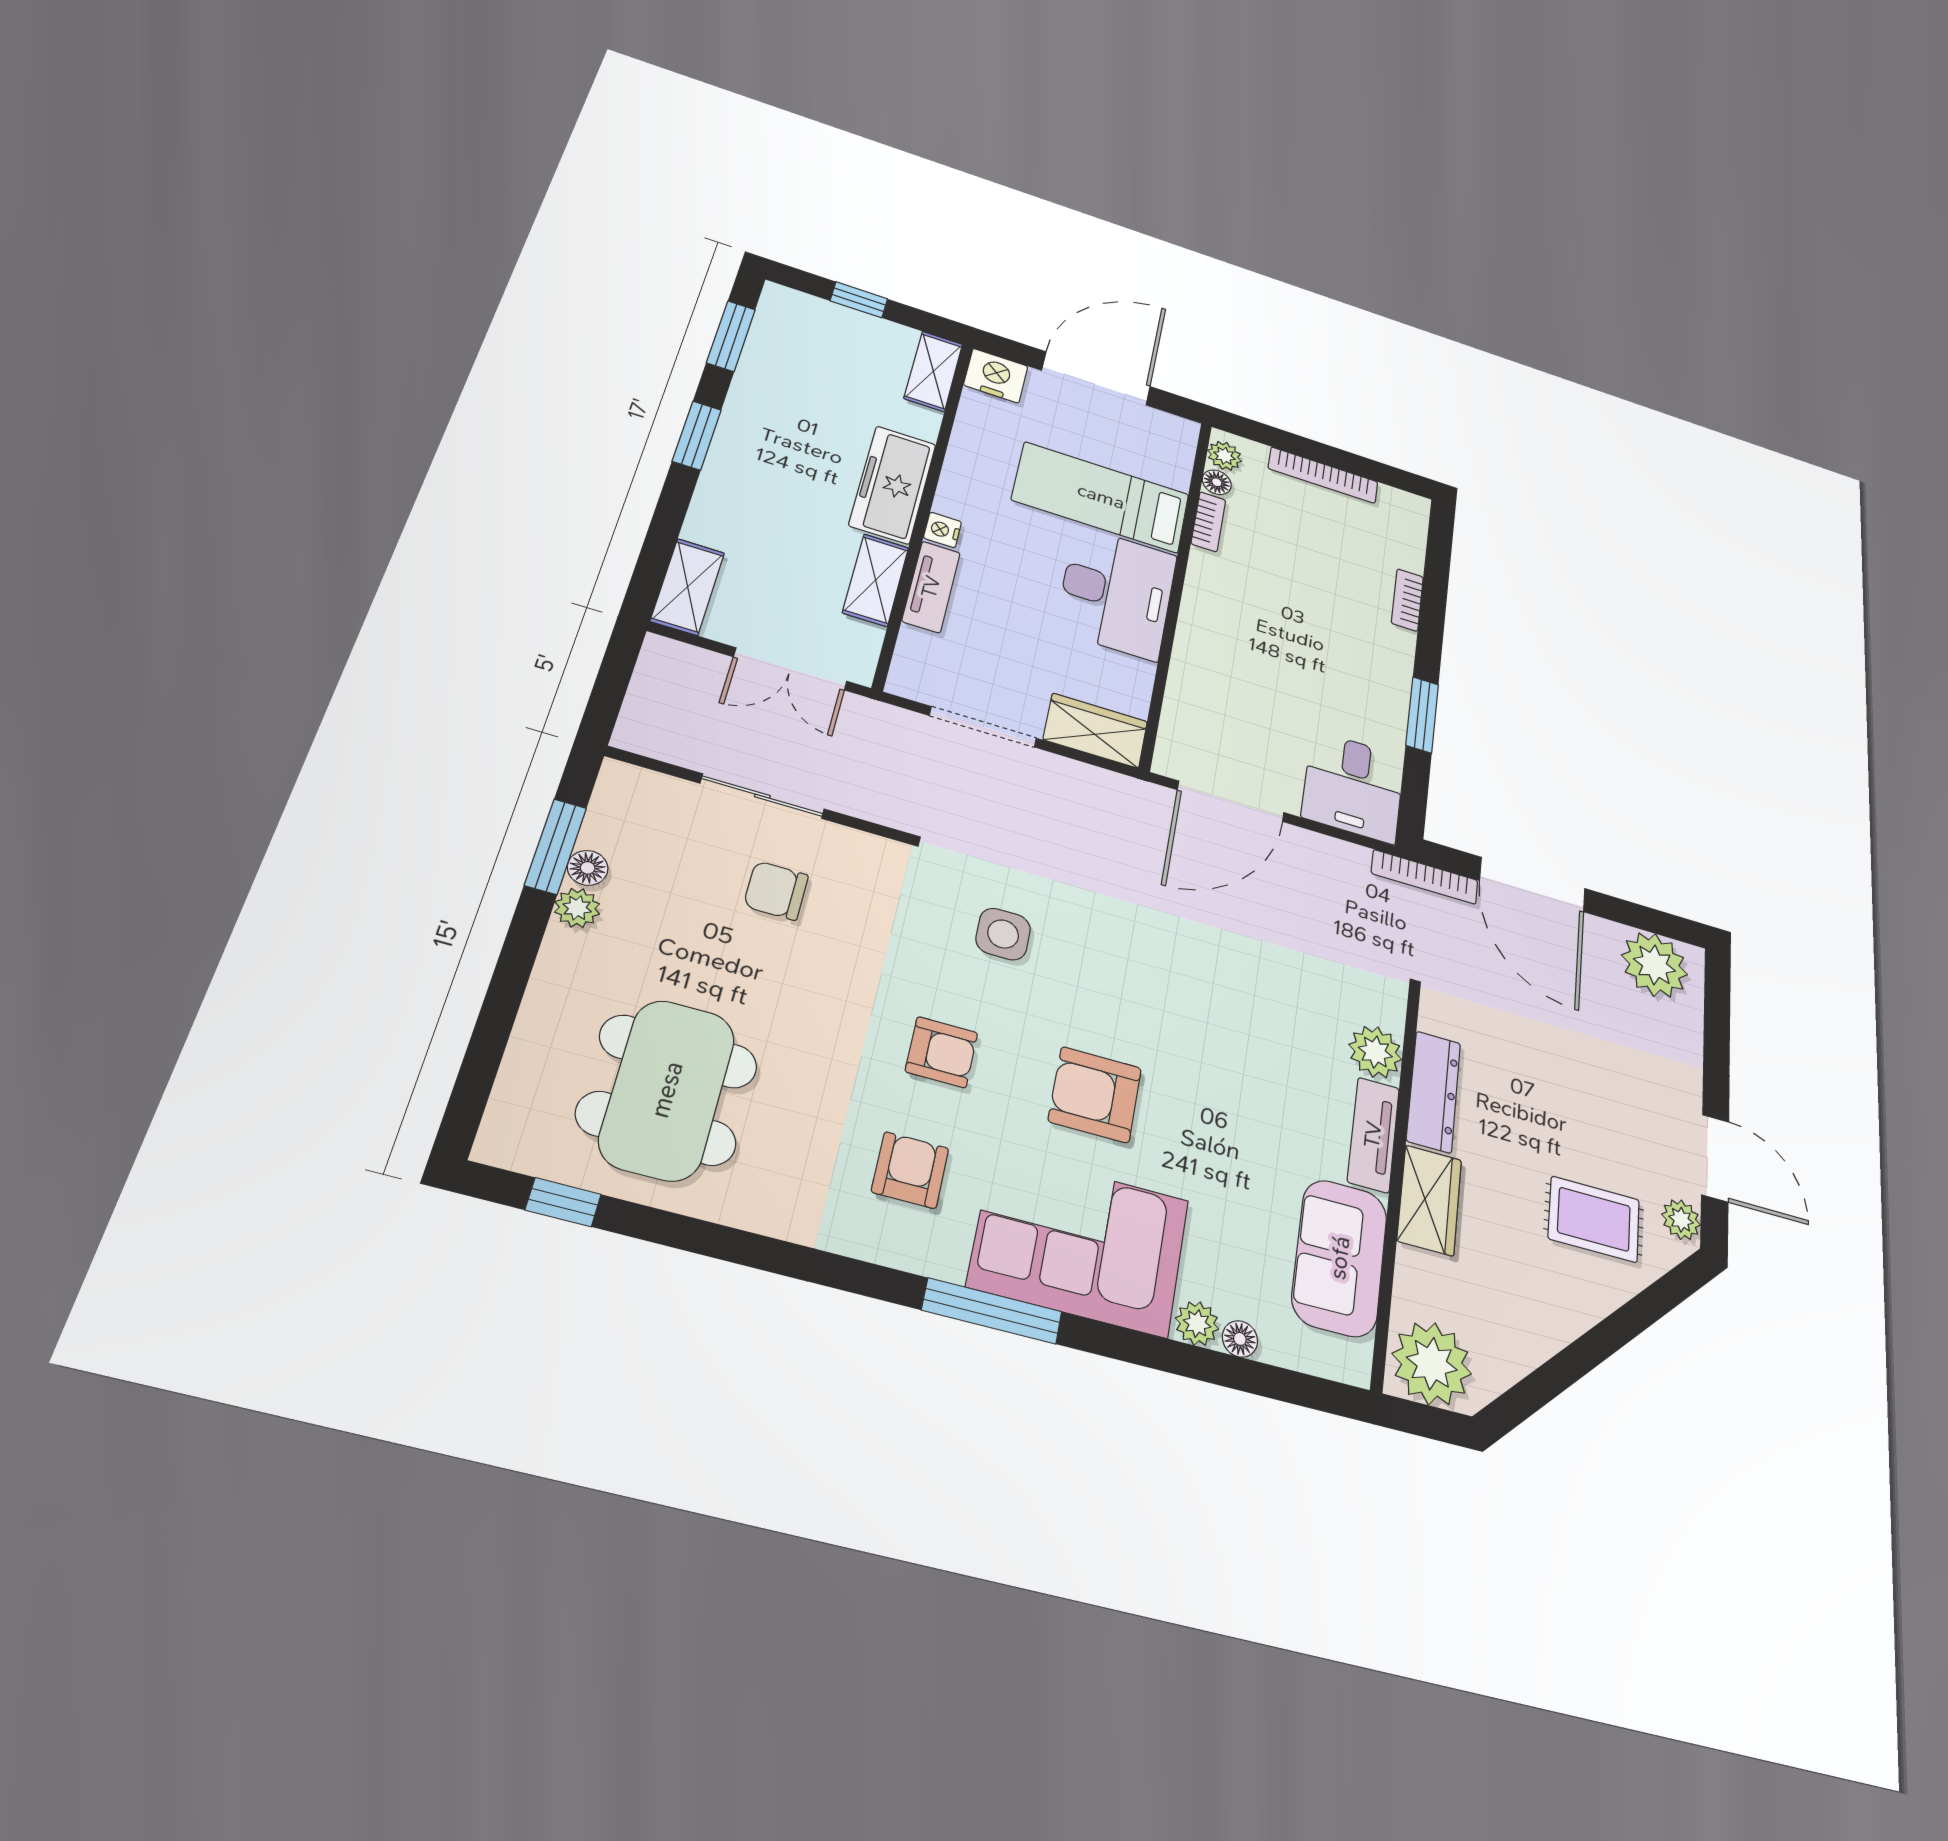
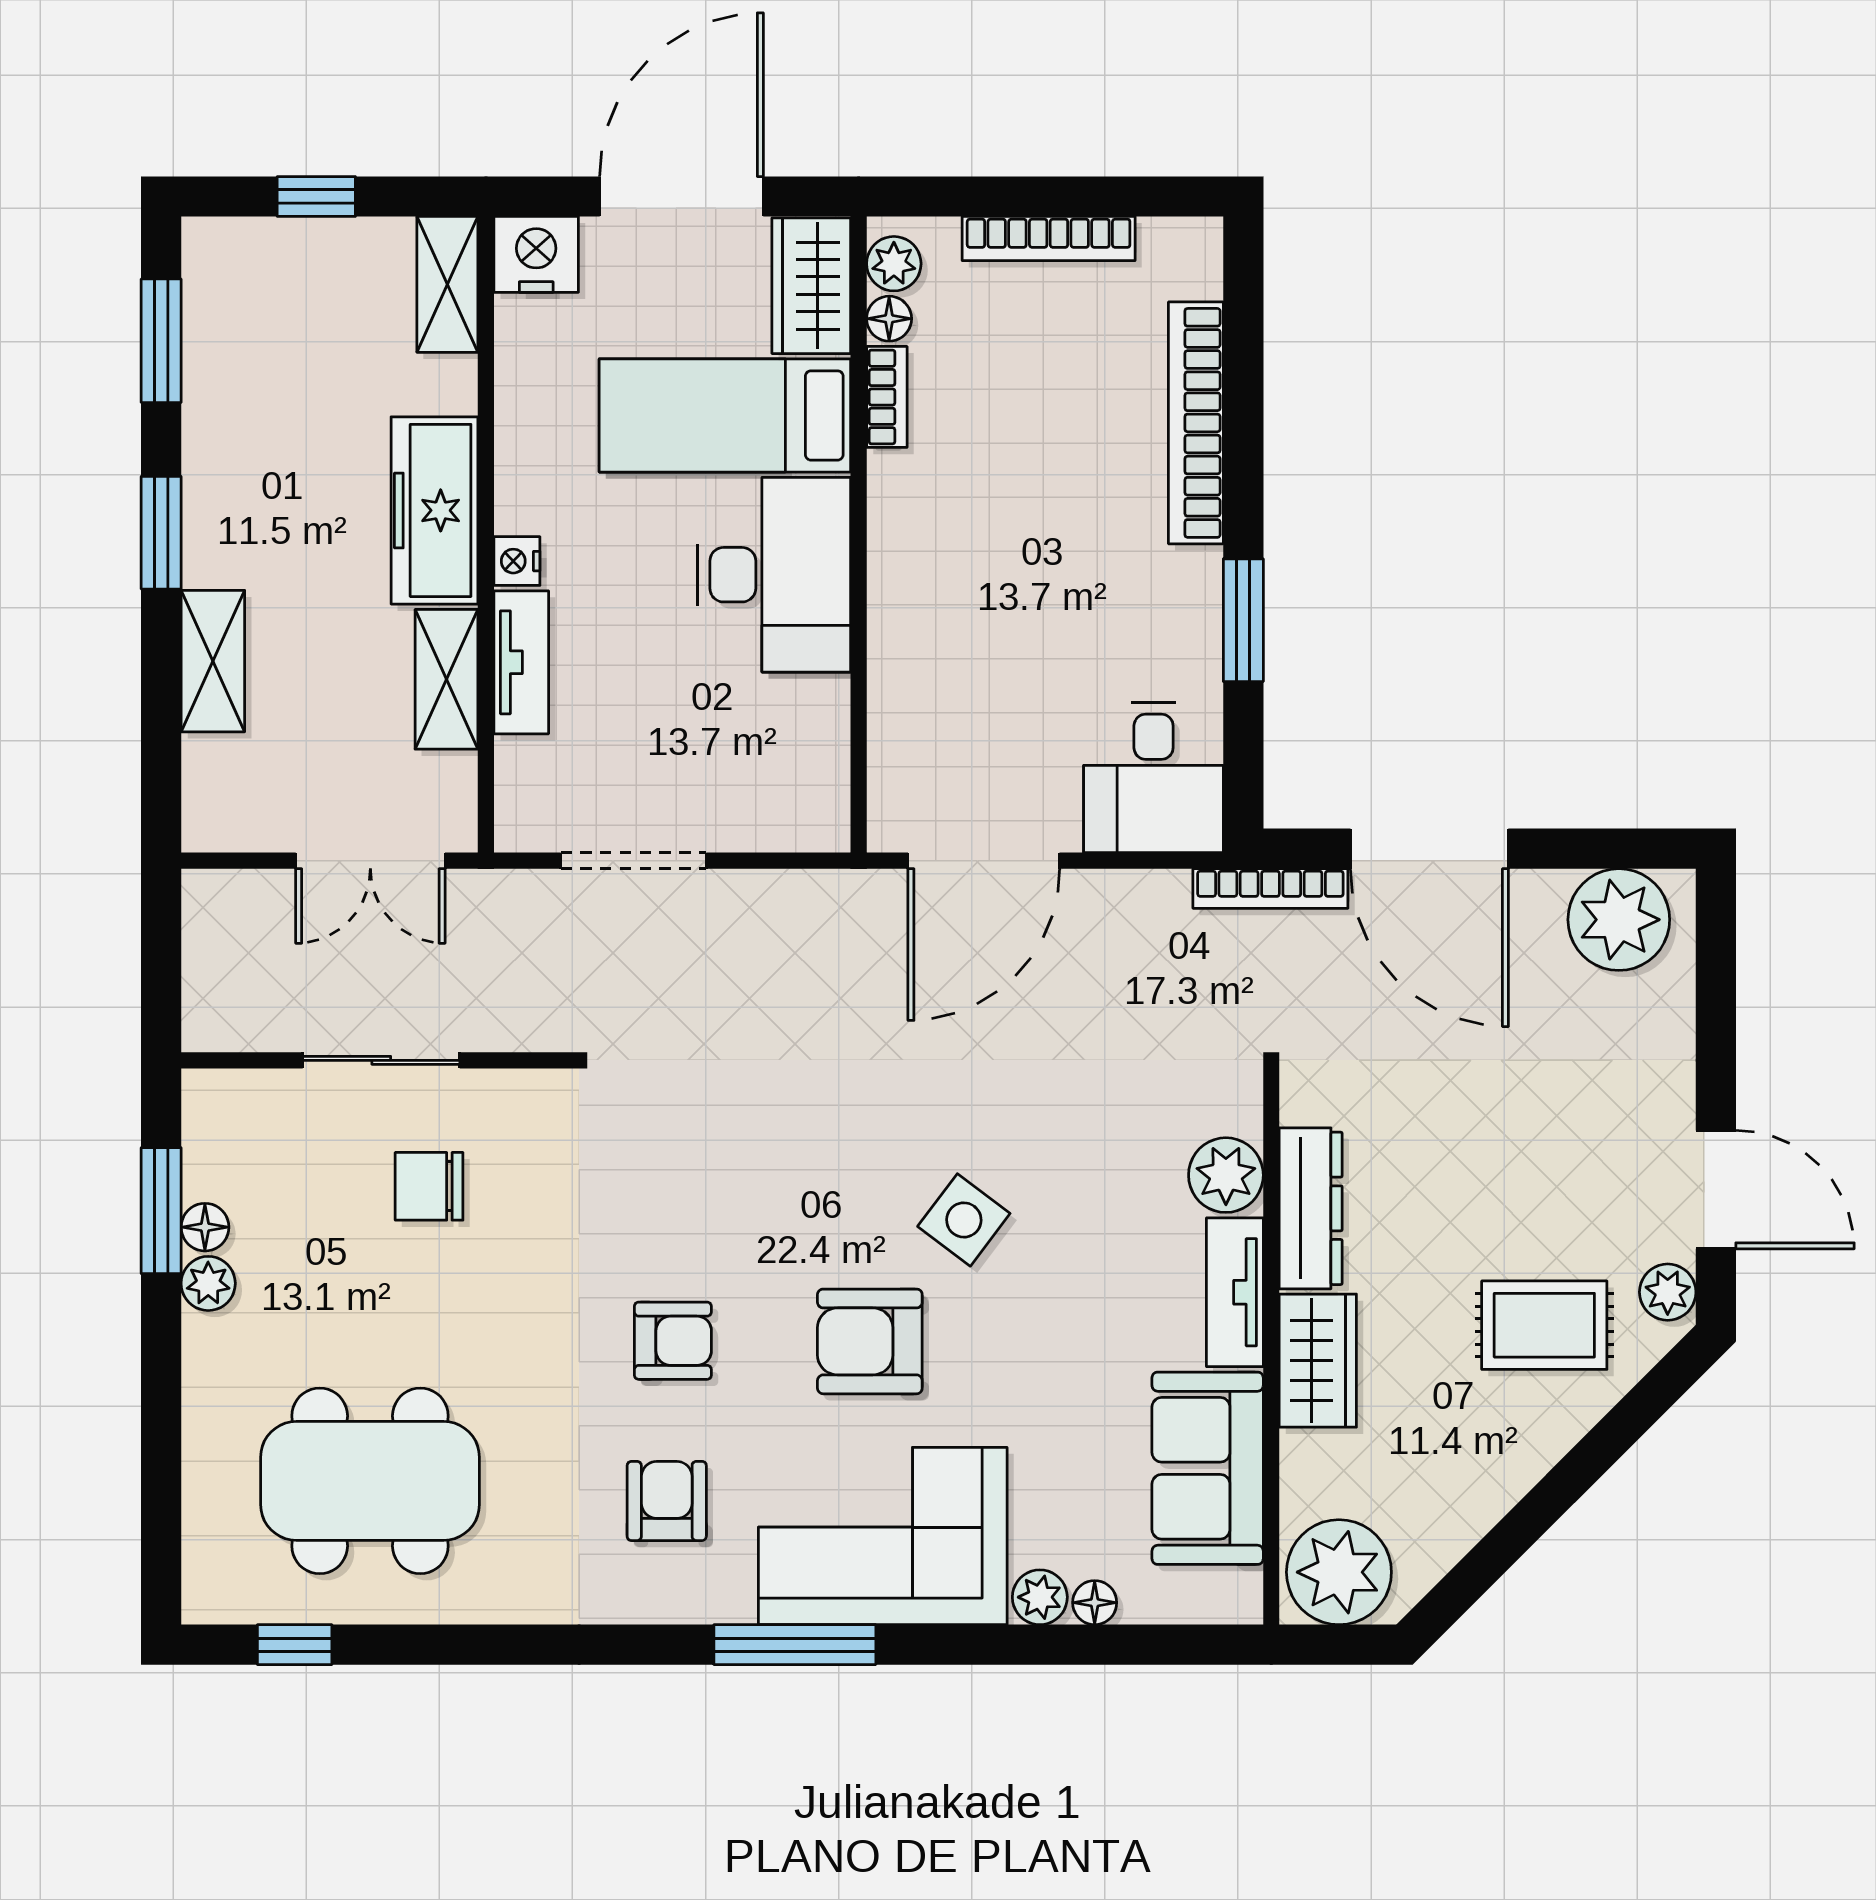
shelving: (688, 587) -> (213, 661), moved
bookcase: (1407, 600) -> (1196, 423), width x2.31, depth x1.31
wardrobe: (1095, 731) -> (811, 286), moved, turned -90
side table: (1003, 934) -> (964, 1220), moved, turned 37
dining table: (667, 1090) -> (370, 1481), turned 90

